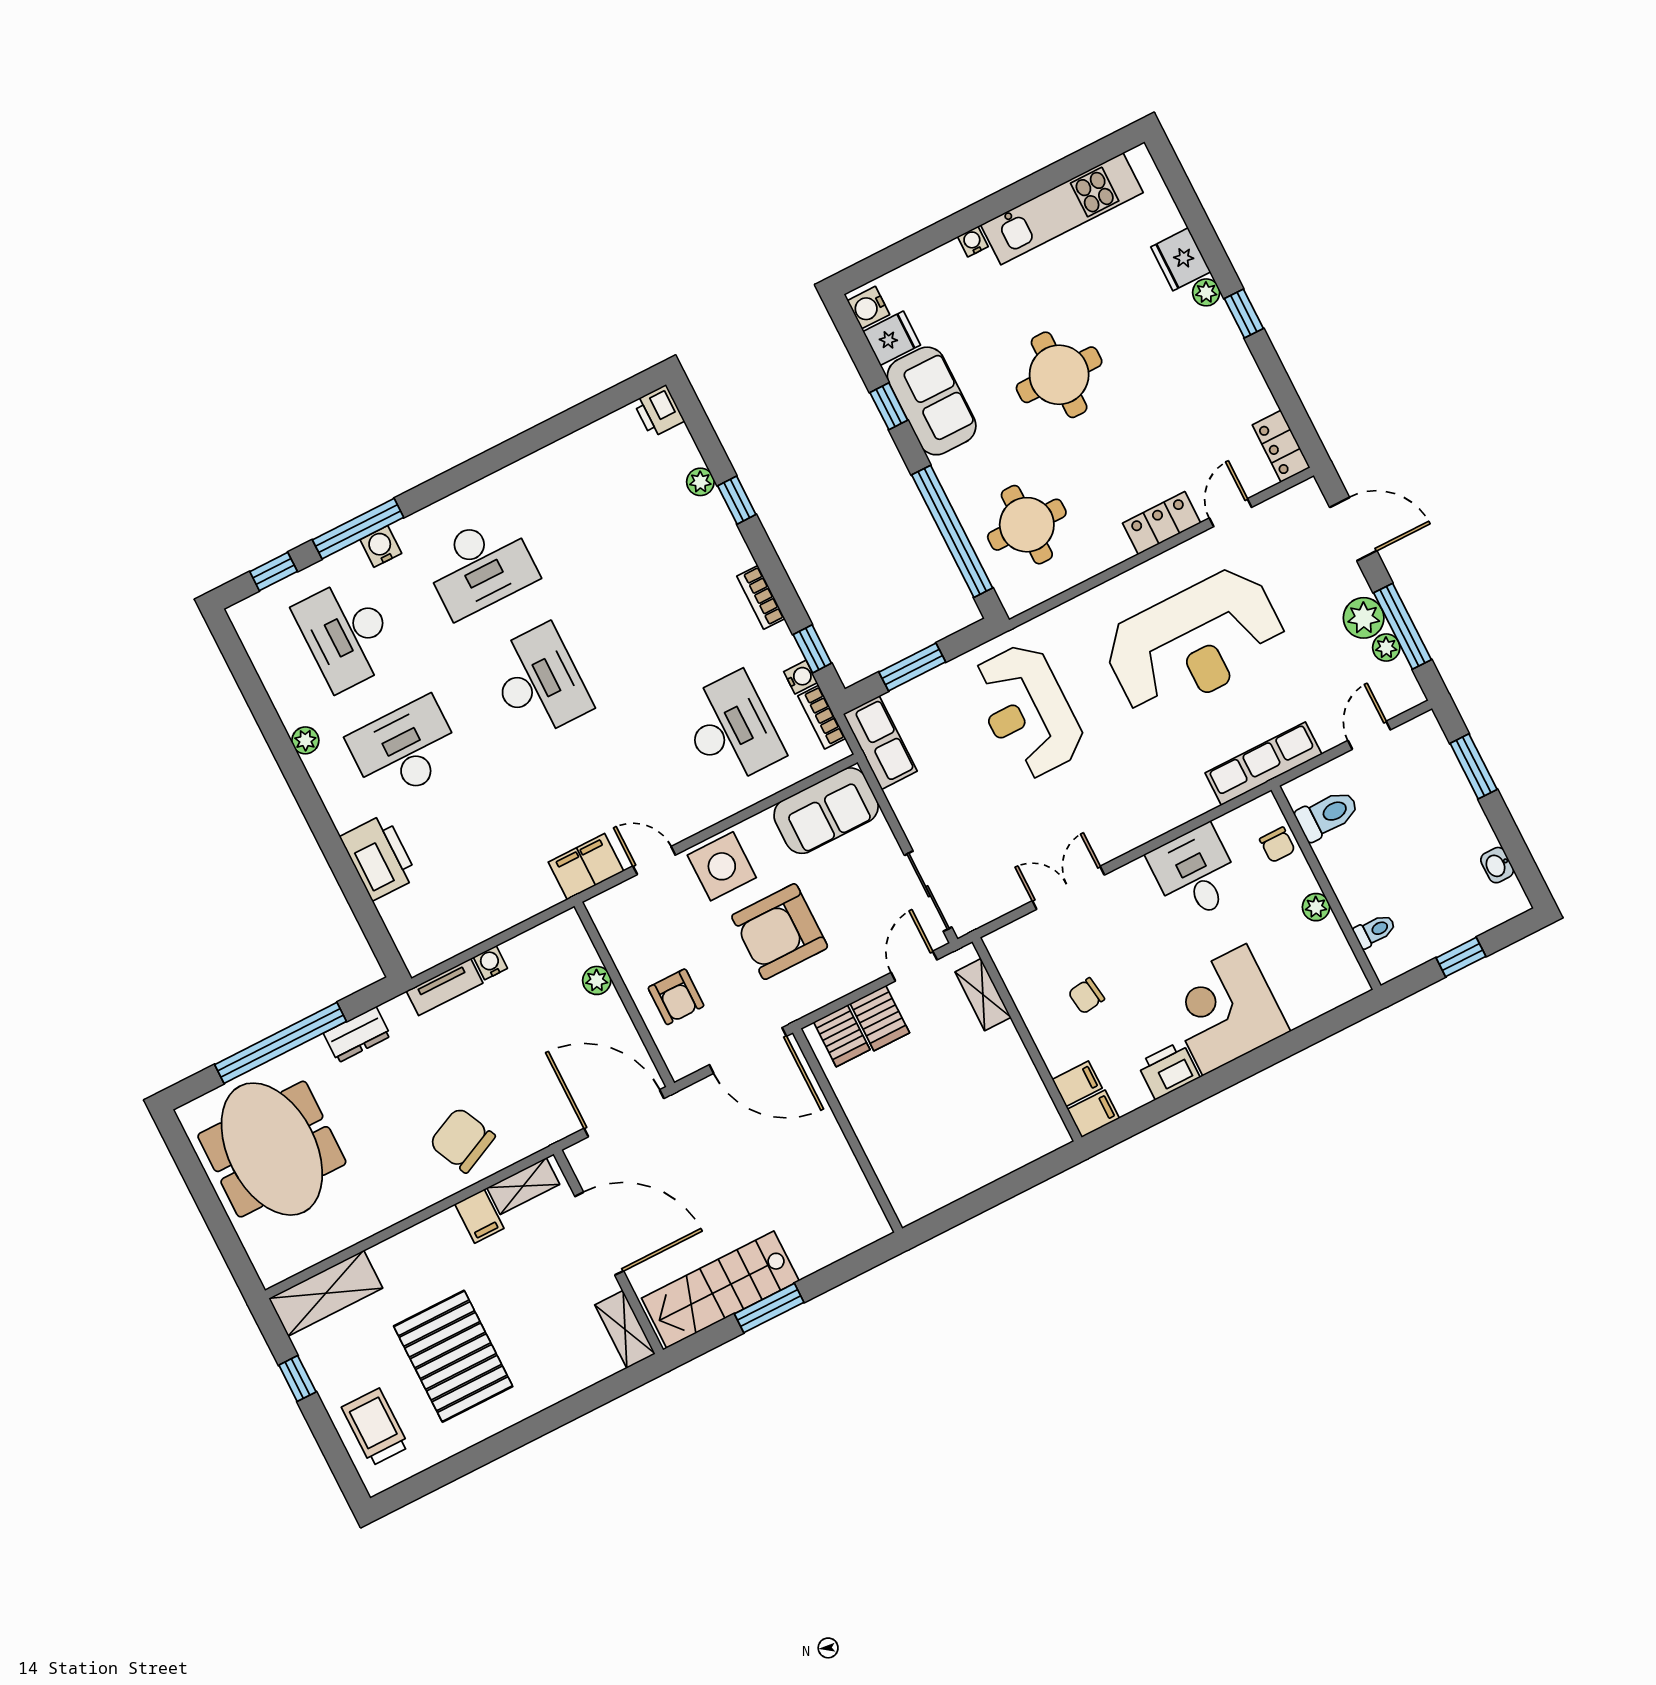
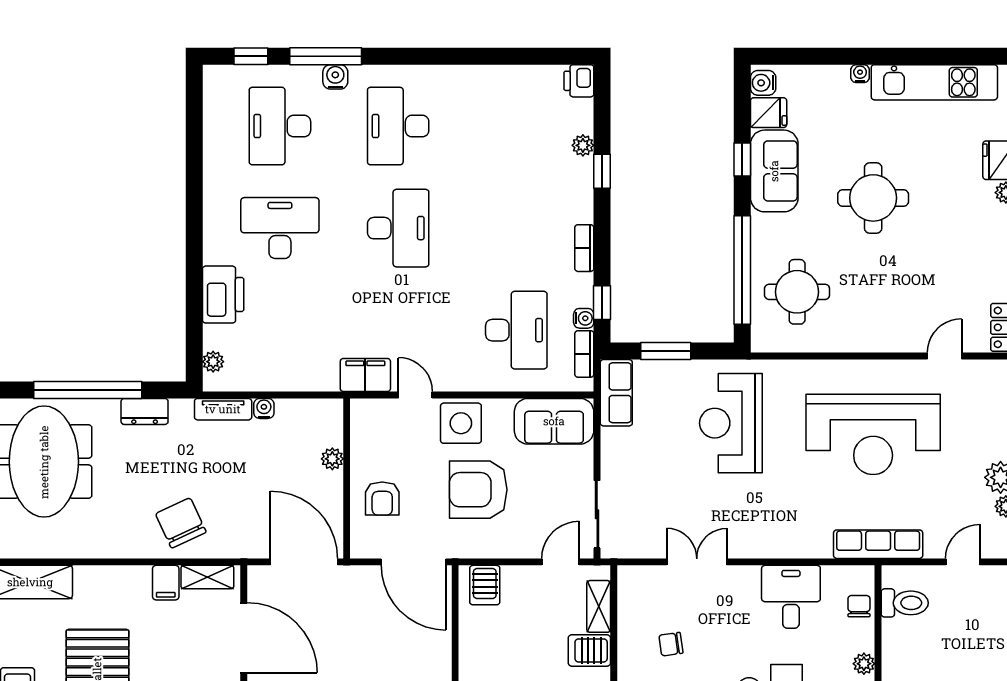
locker: (1162, 523) -> (892, 339), removed
desk: (480, 566) -> (398, 126), turned 90
plant: (305, 740) -> (213, 362), moved
chair: (1277, 845) -> (859, 606), turned 180
server rack: (880, 1018) -> (589, 650), moved, turned 90

